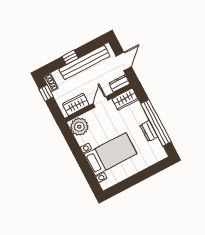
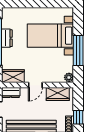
plant: (79, 127) -> (69, 77), width x0.53, depth x0.53
window: (78, 154) -> (78, 51), added

